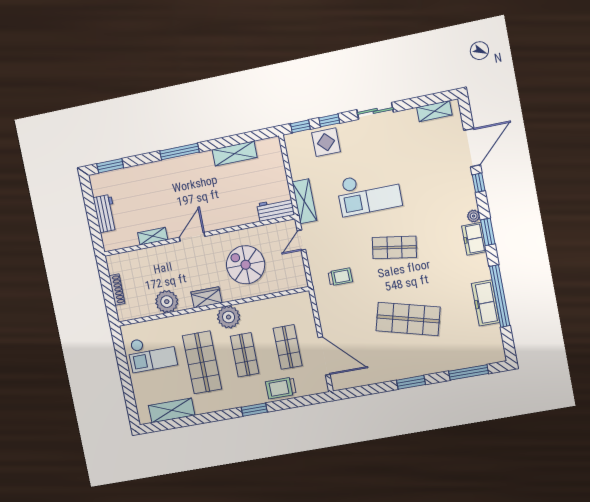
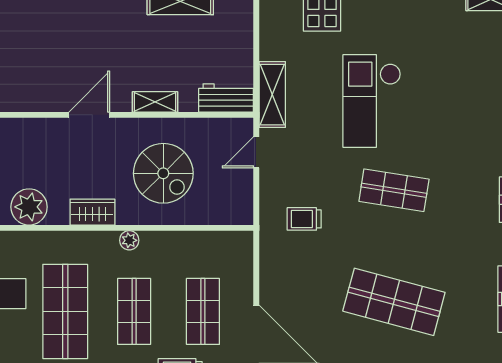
checkout: (369, 193) -> (372, 101), turned 90
shelving: (153, 236) -> (155, 102), moved
spiral stairs: (246, 265) -> (163, 173), turned 180
trolley: (340, 277) -> (304, 219), turned 180
plant: (229, 317) -> (129, 240), width x0.53, depth x0.53

